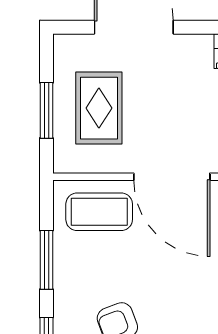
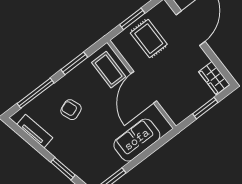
rug: (99, 108) -> (149, 39), turned 90

